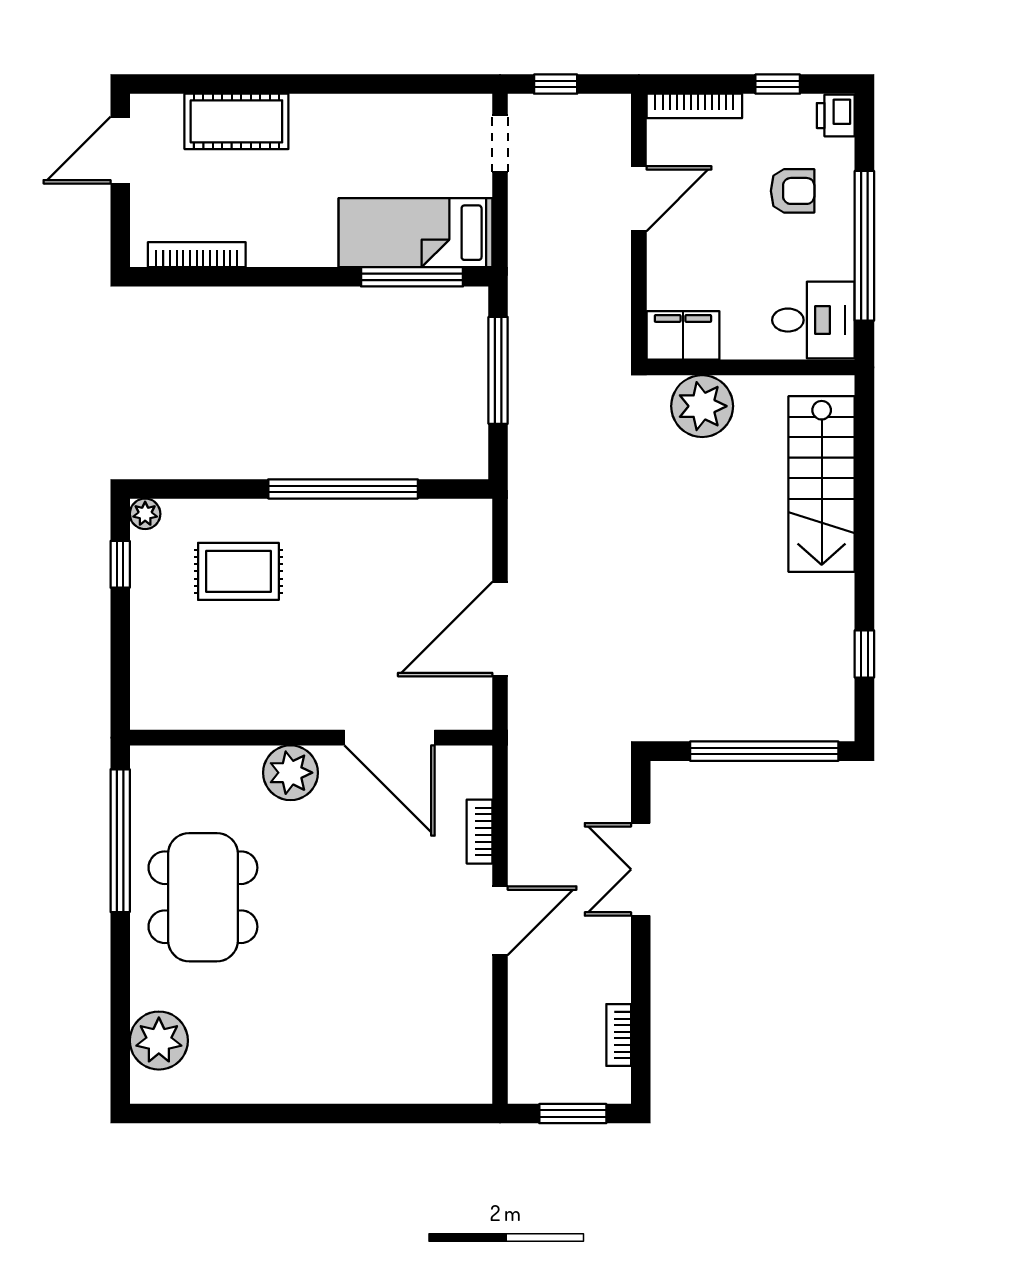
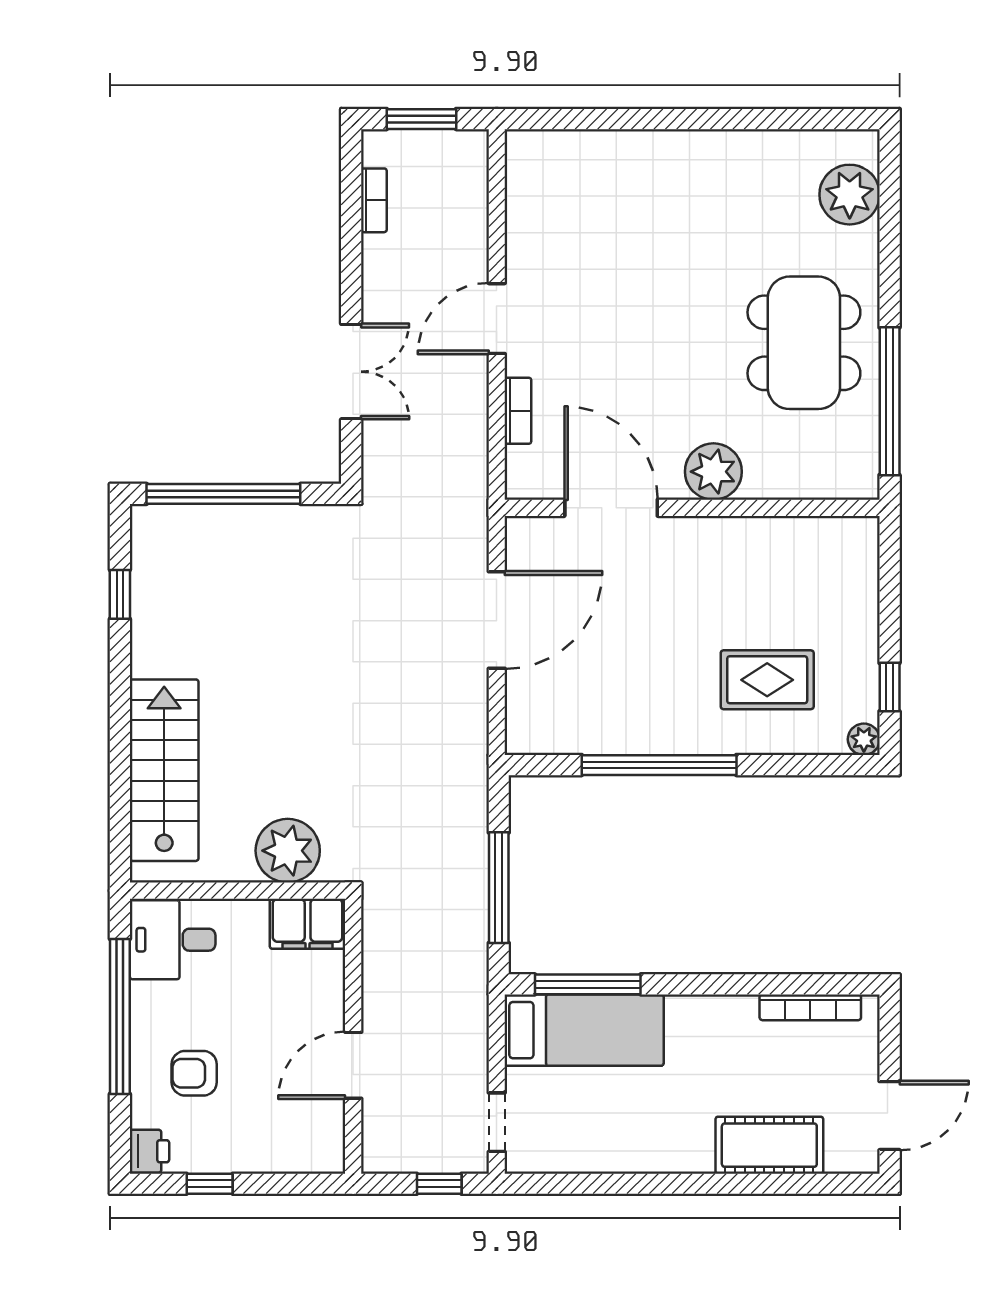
bookcase: (694, 106) -> (296, 1161), removed

